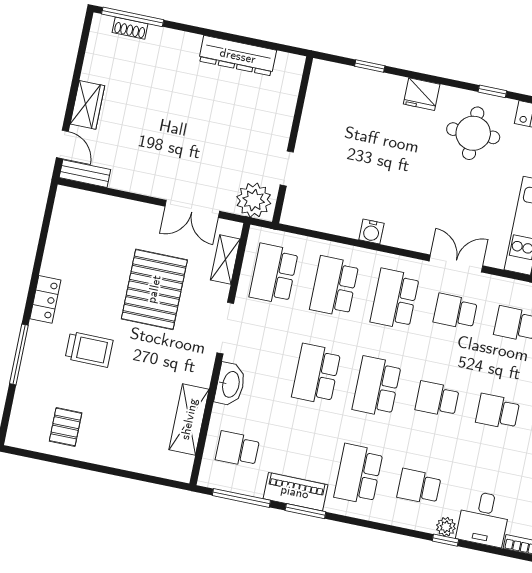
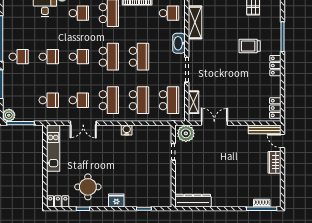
dresser: (238, 56) -> (193, 201), moved
bench: (85, 174) -> (265, 129), width x1.36
locker: (63, 214) -> (275, 108), added
pallet: (154, 289) -> (224, 81), removed

